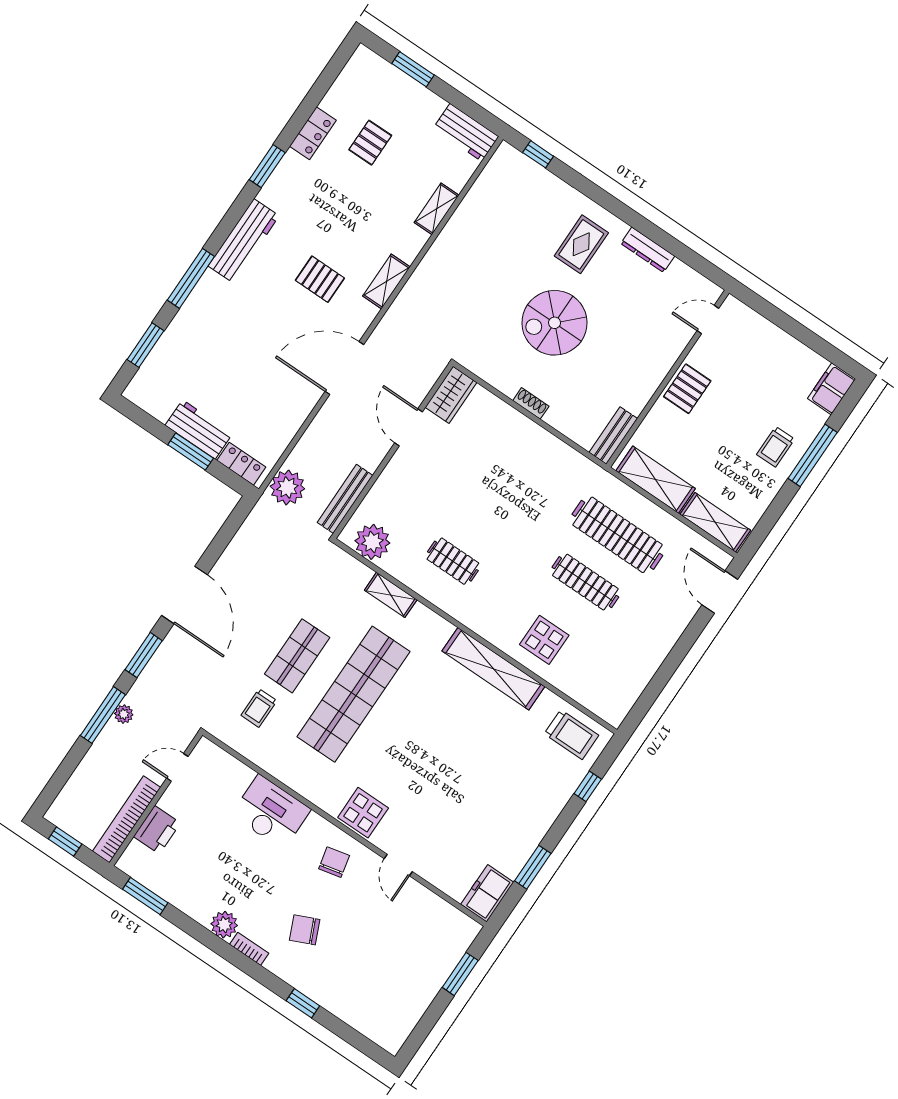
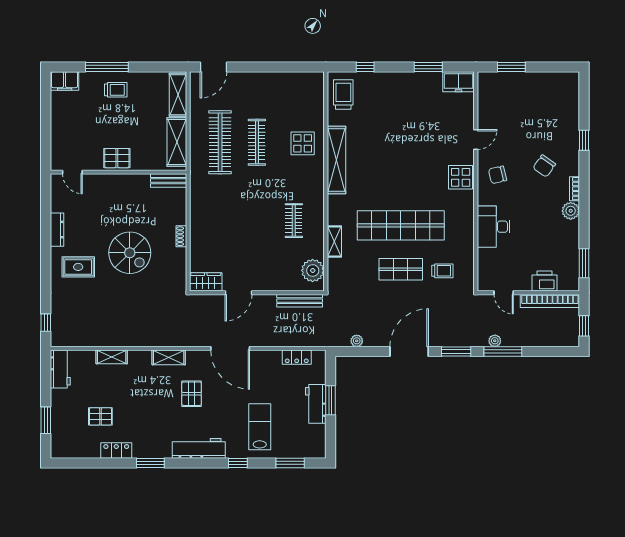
window: (191, 278) -> (238, 463), width x0.46
lab bench: (218, 338) -> (260, 427), added
locker: (241, 464) -> (297, 357), moved, turned -90
plant: (287, 488) -> (357, 341), moved, width x0.53, depth x0.53
chair: (305, 930) -> (544, 166), turned 59

